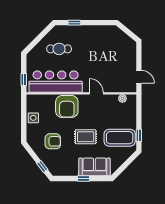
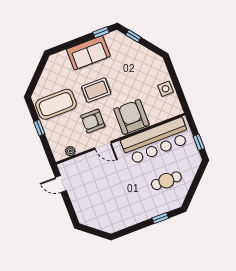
window: (24, 80) -> (199, 142), moved
window: (139, 135) -> (39, 128), moved
armchair: (53, 141) -> (93, 121), moved
sofa: (94, 167) -> (88, 53), moved
window: (83, 178) -> (101, 32), moved

